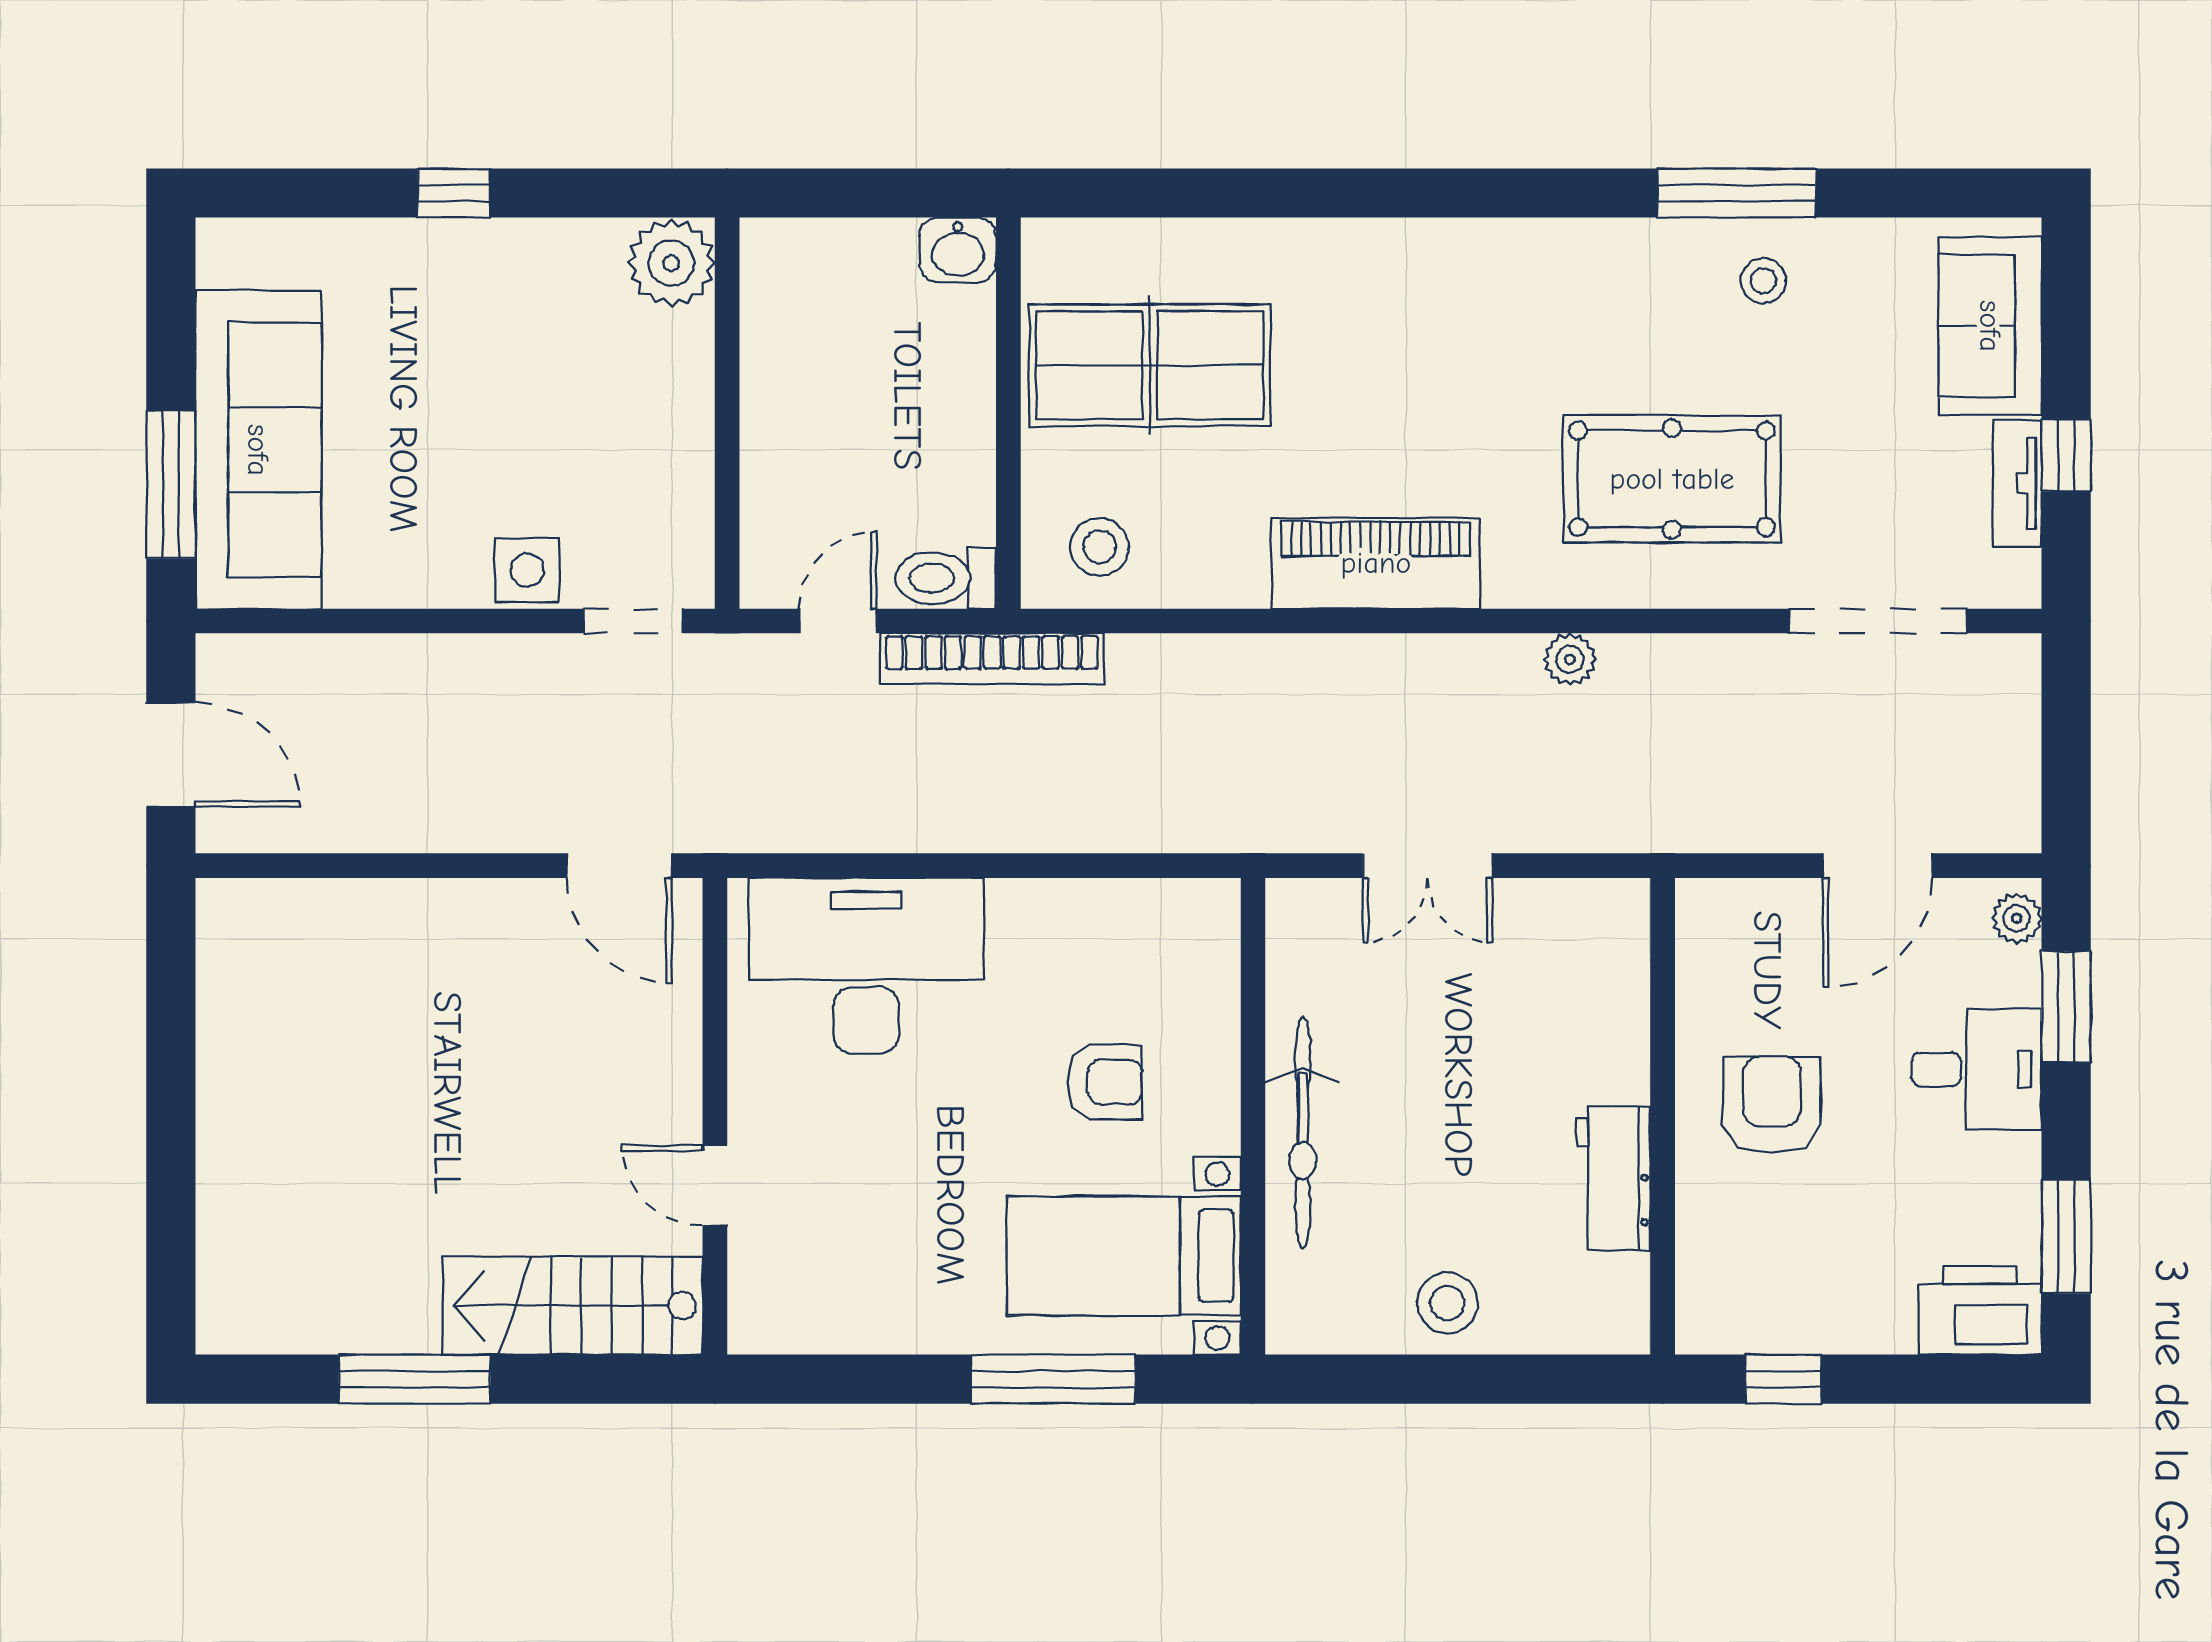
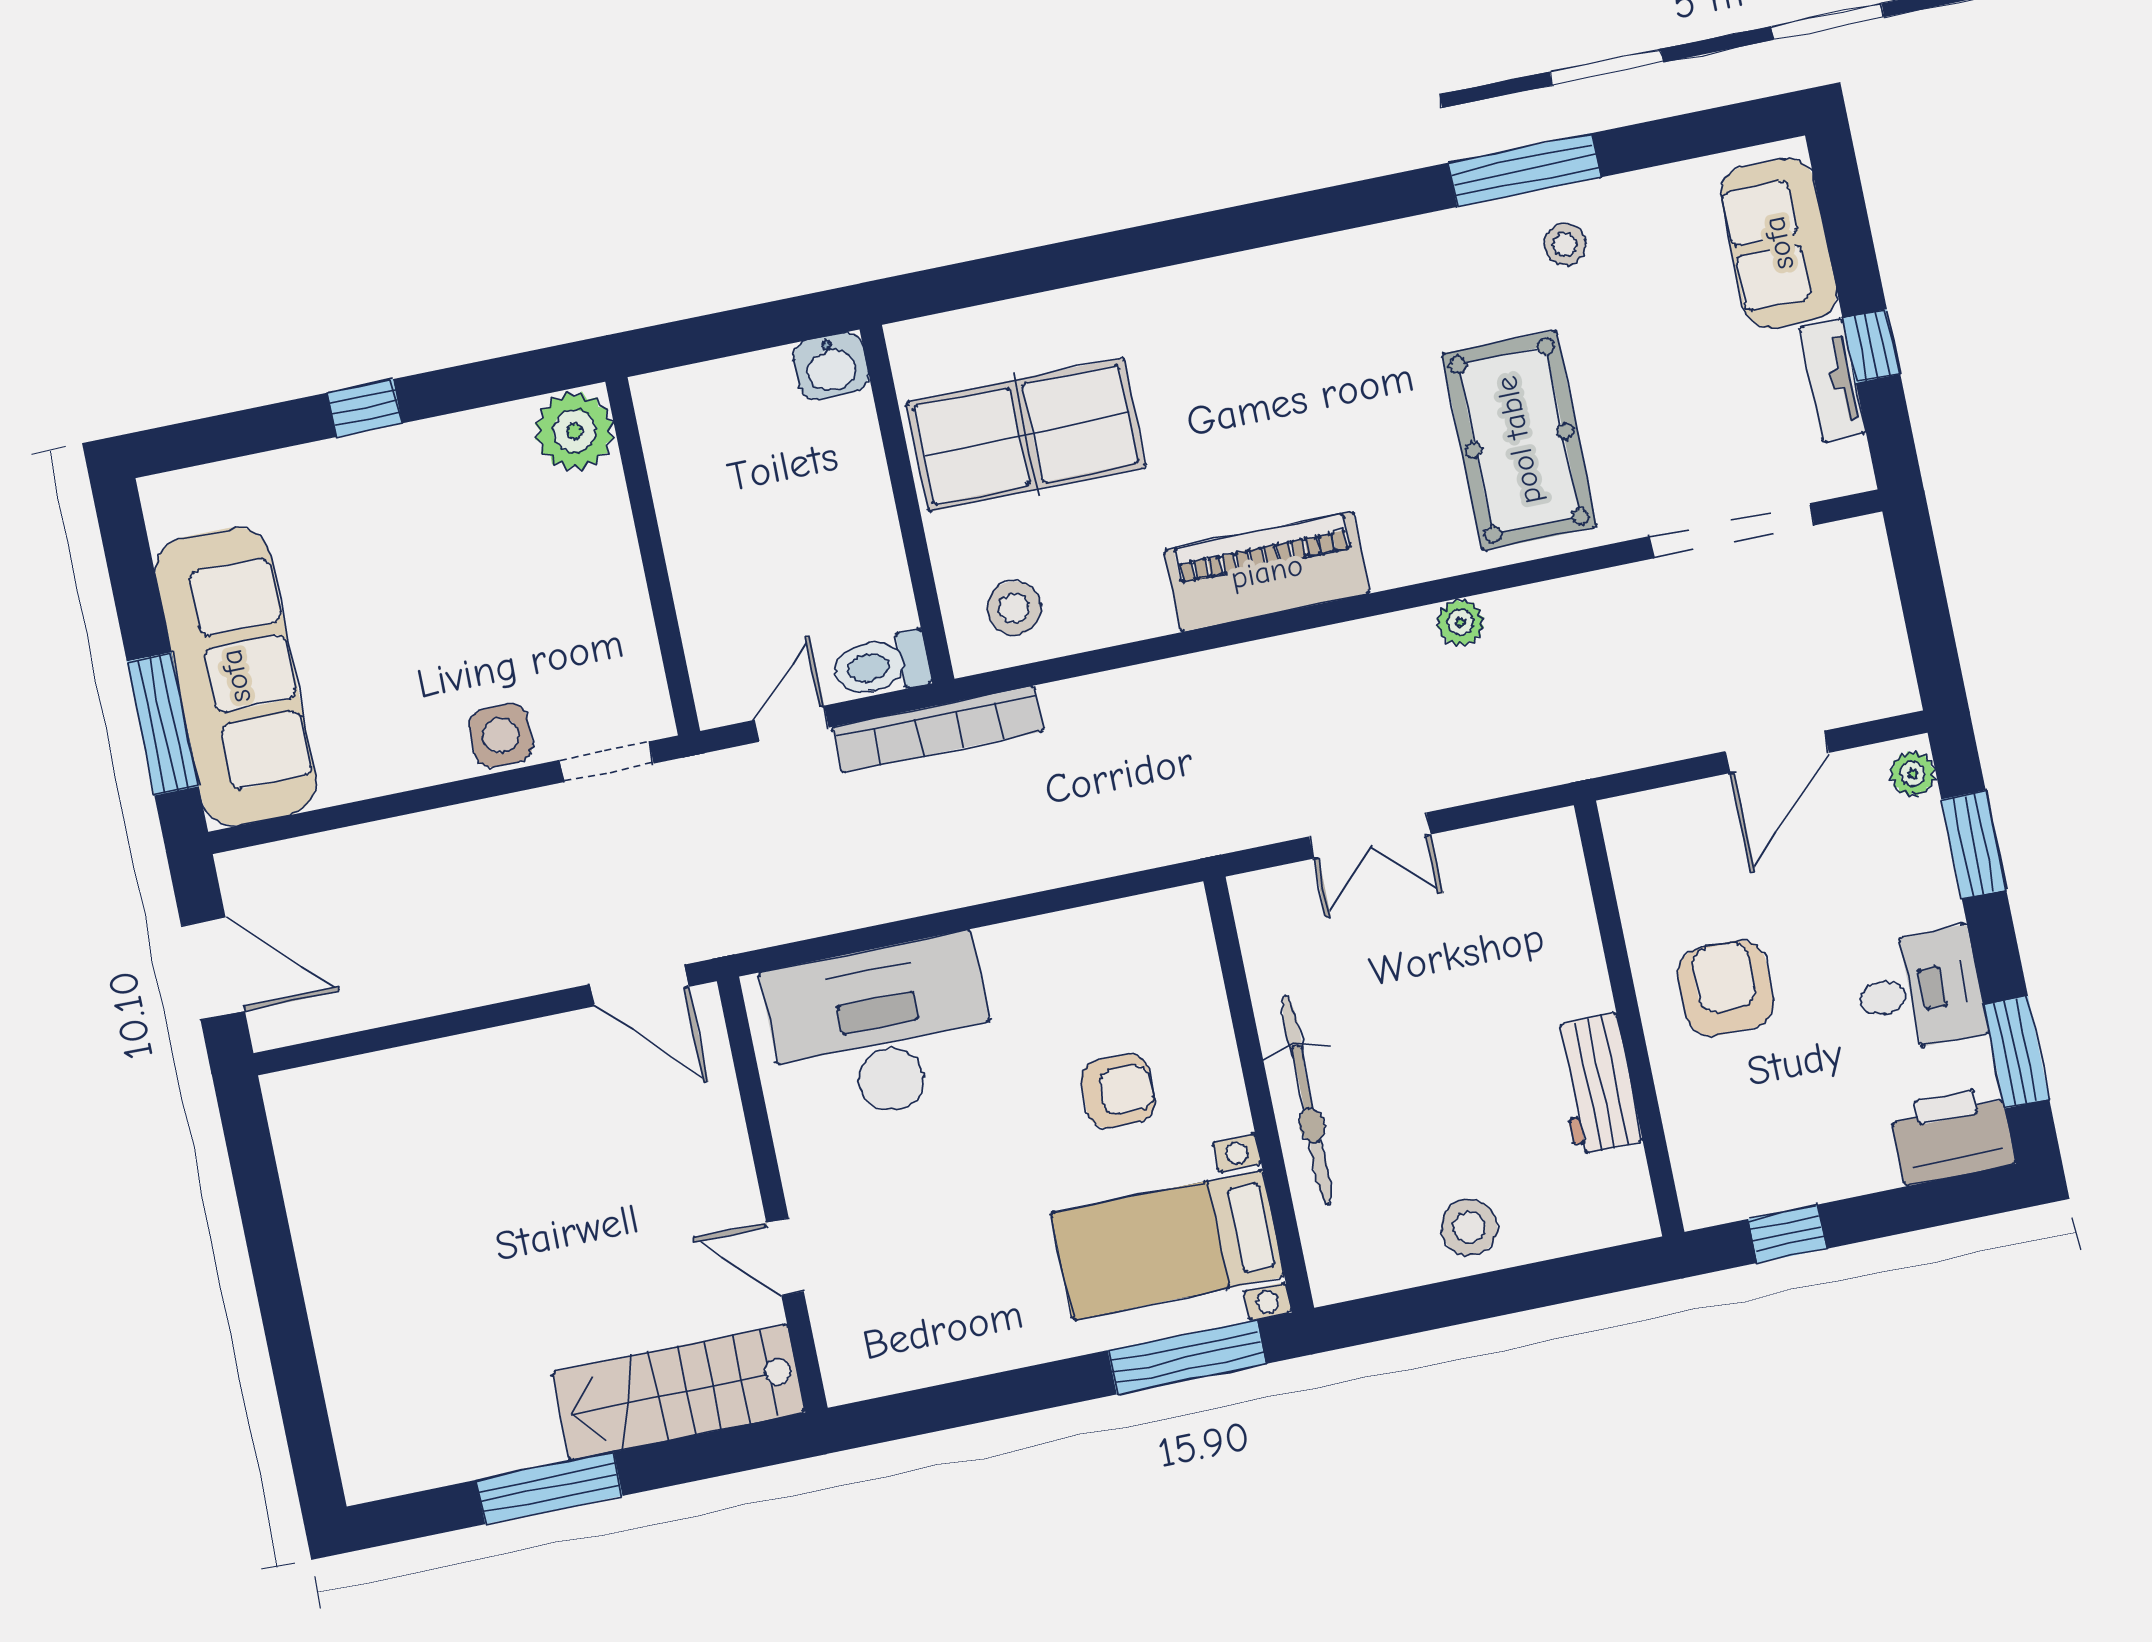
pool table: (1672, 479) -> (1519, 440), turned 90
desk: (1977, 1069) -> (1919, 991), moved
window: (1053, 1379) -> (1187, 1357), moved

